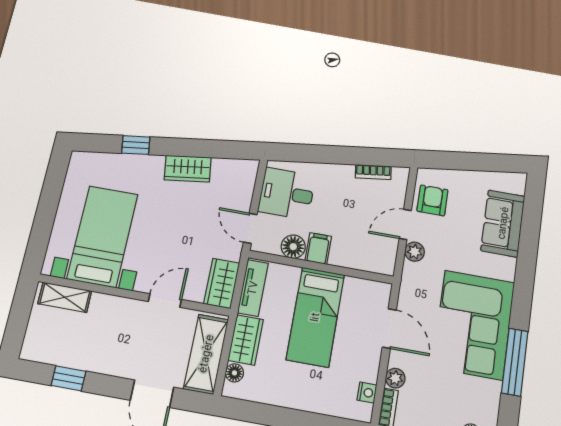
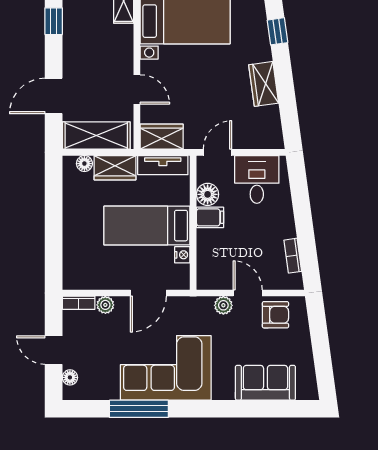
nightstand: (367, 393) -> (182, 255), moved, turned -90

